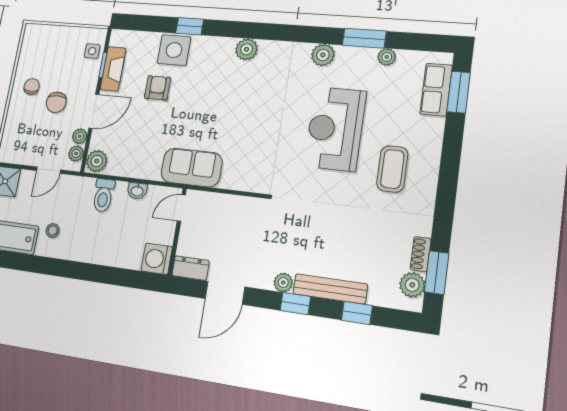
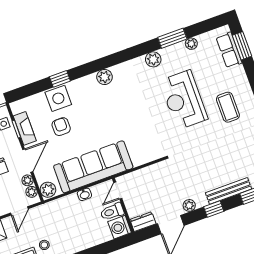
sofa: (192, 168) -> (93, 167), width x1.85, depth x1.27
toilet: (103, 195) -> (112, 212), moved, turned 90
plant: (283, 282) -> (189, 205), moved

